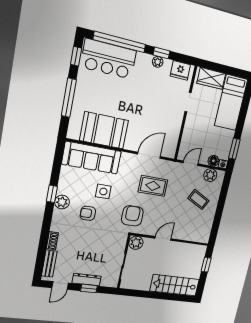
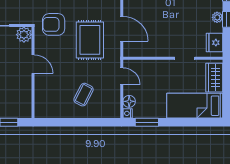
plant: (210, 175) -> (113, 102), removed
rug: (153, 186) -> (90, 40), width x1.36, depth x1.43
armchair: (132, 216) -> (54, 24), turned 180

